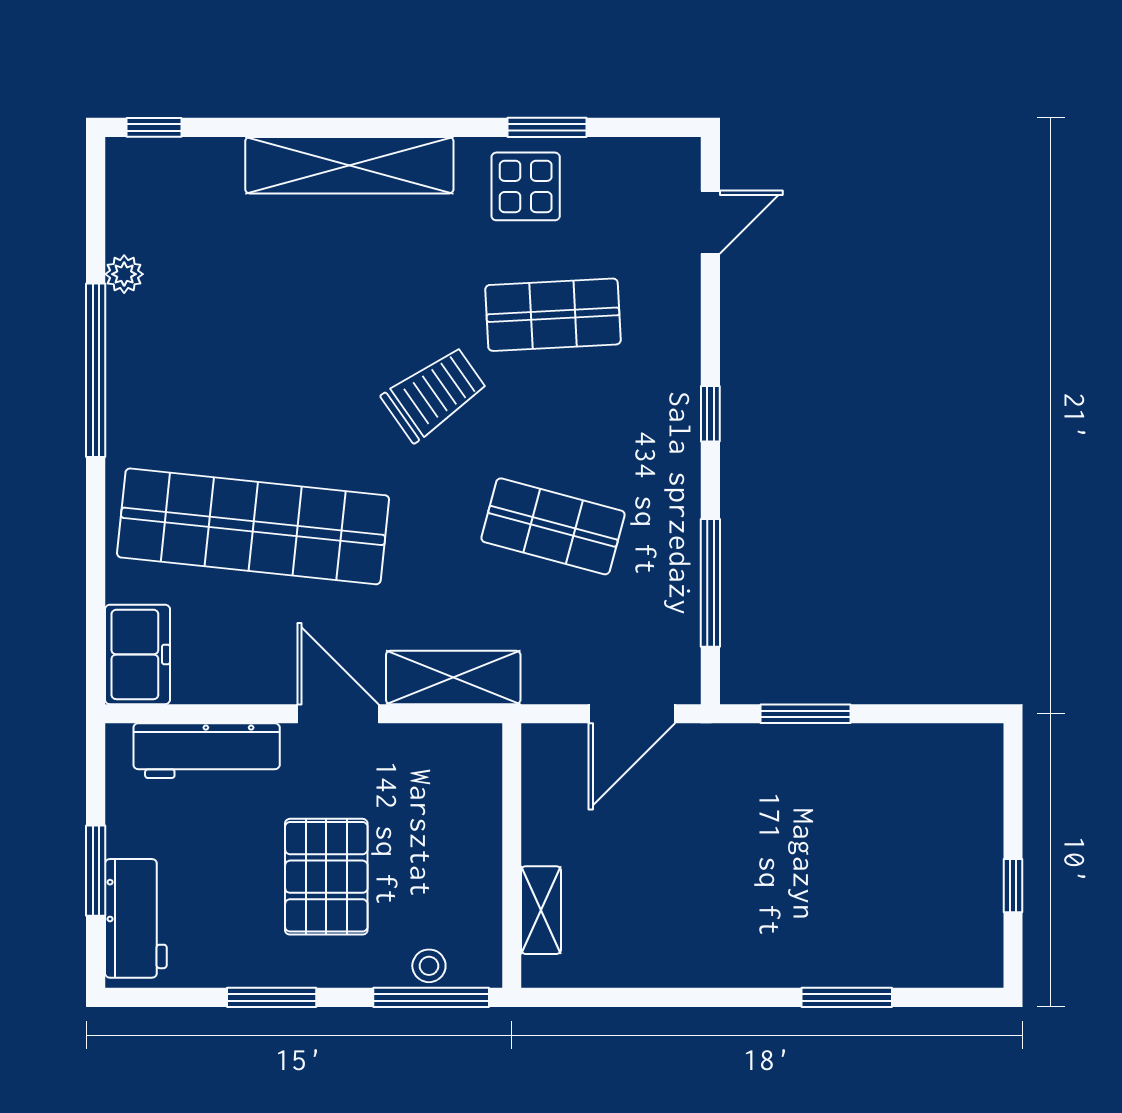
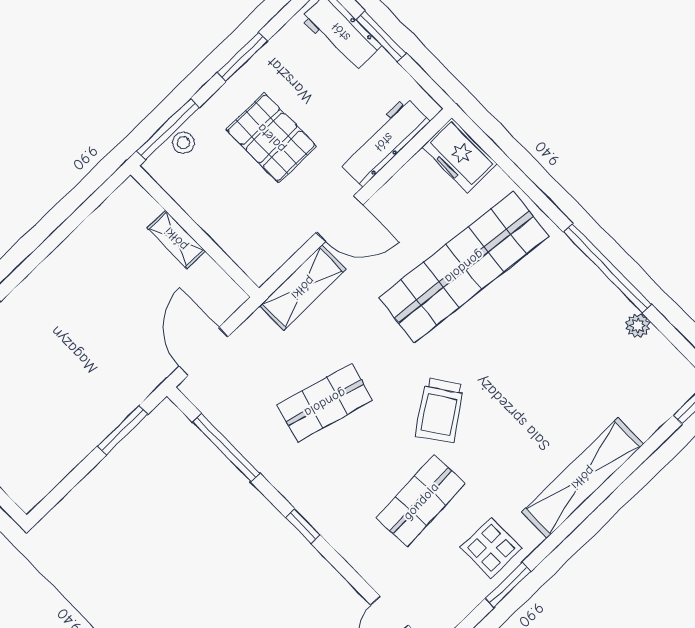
shelving: (541, 910) -> (176, 239), moved

